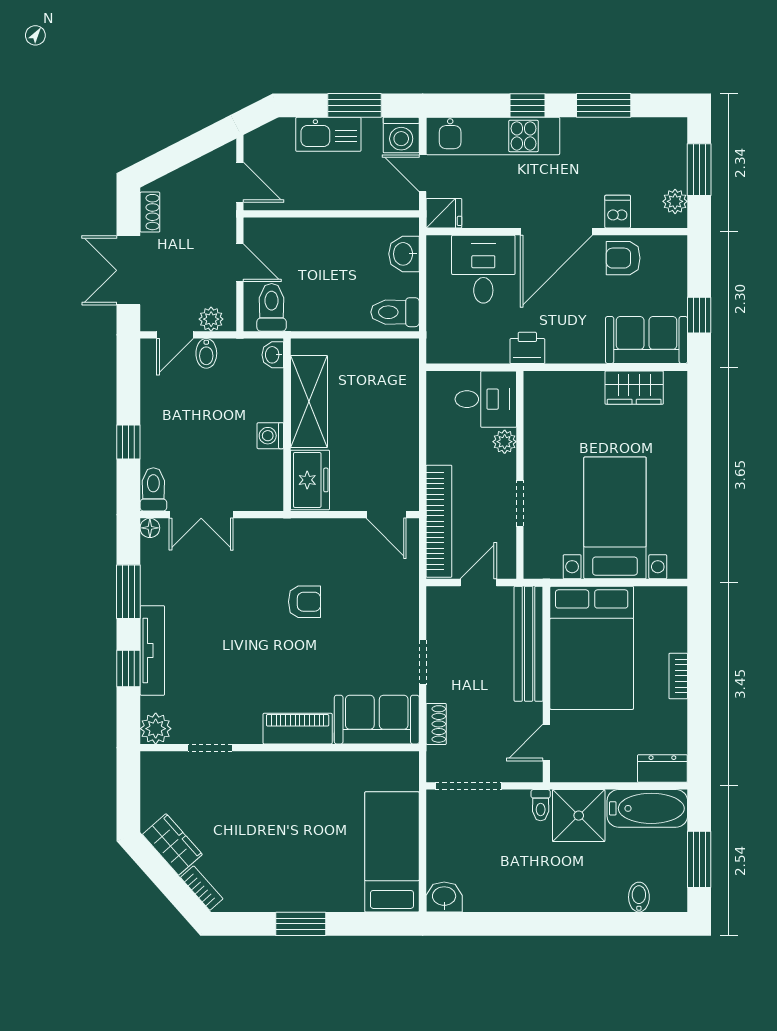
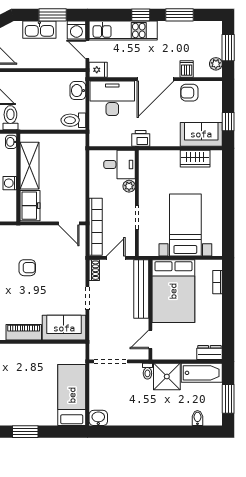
desk: (483, 269) -> (112, 98), width x1.37
bookcase: (678, 676) -> (217, 282), moved
shoe rack: (436, 724) -> (94, 270), moved

